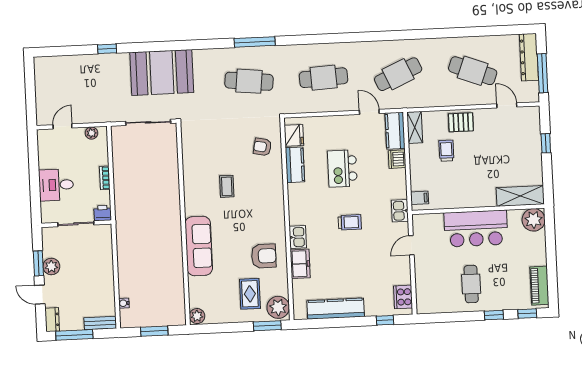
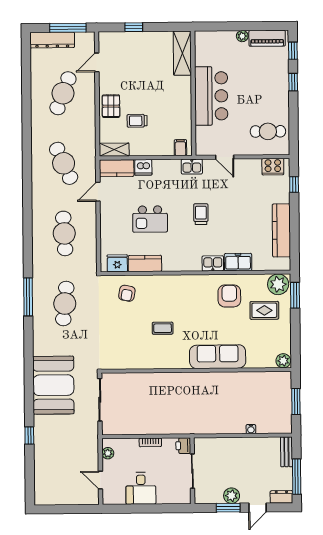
desk: (56, 185) -> (141, 488), moved
plant: (534, 220) -> (242, 36), moved, width x0.53, depth x0.53
cafe table: (471, 284) -> (268, 131), moved
water cooler: (124, 303) -> (251, 429), moved

